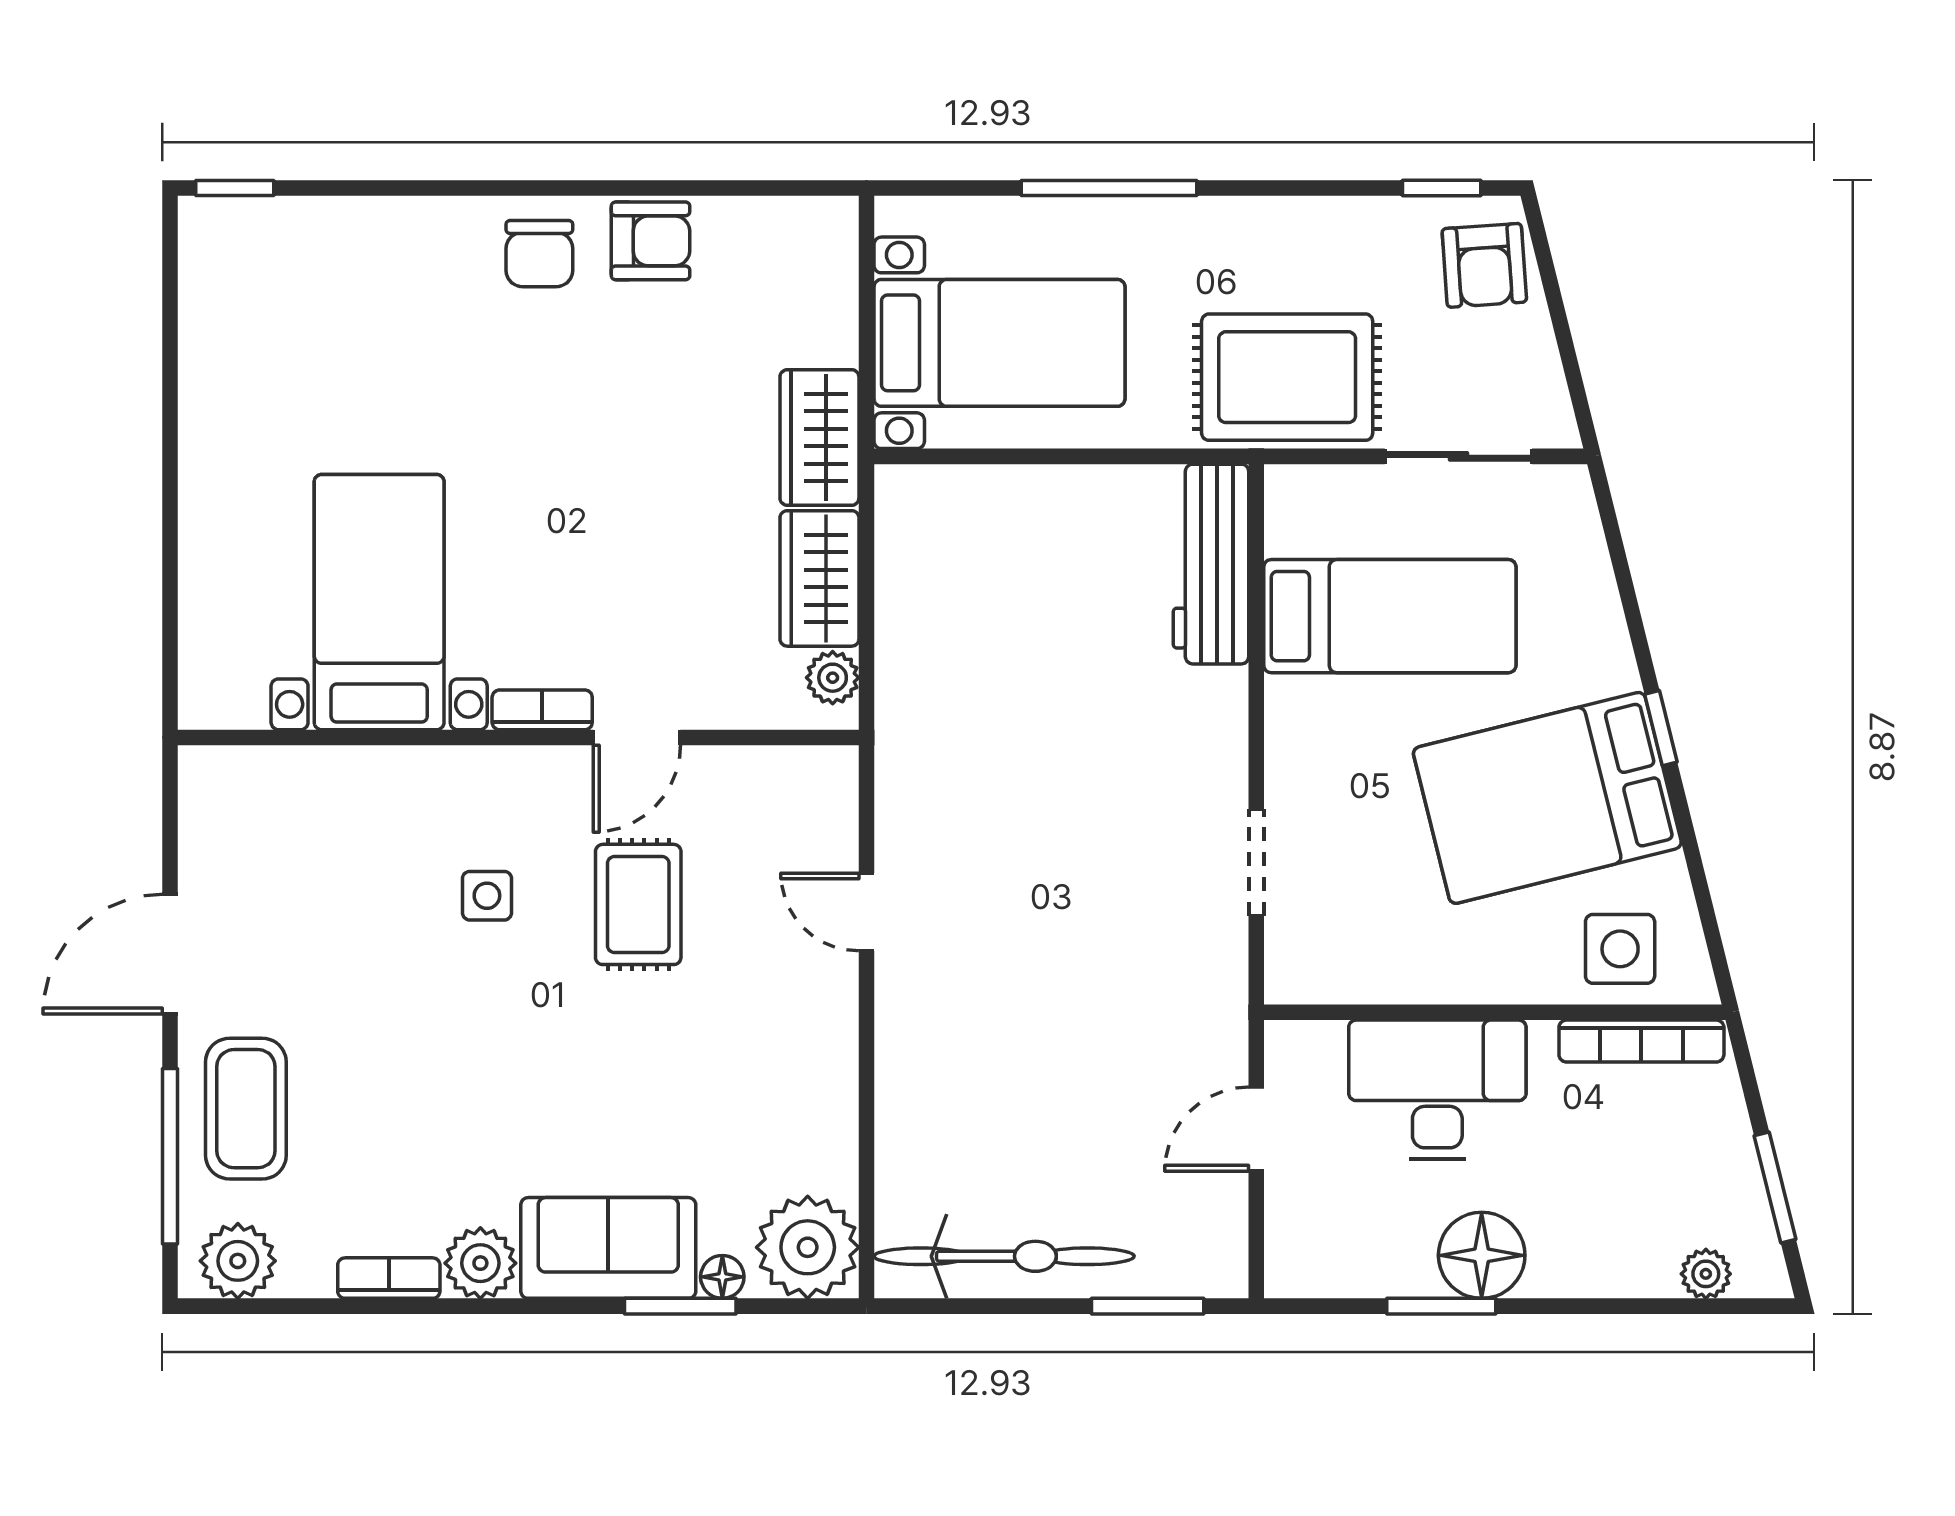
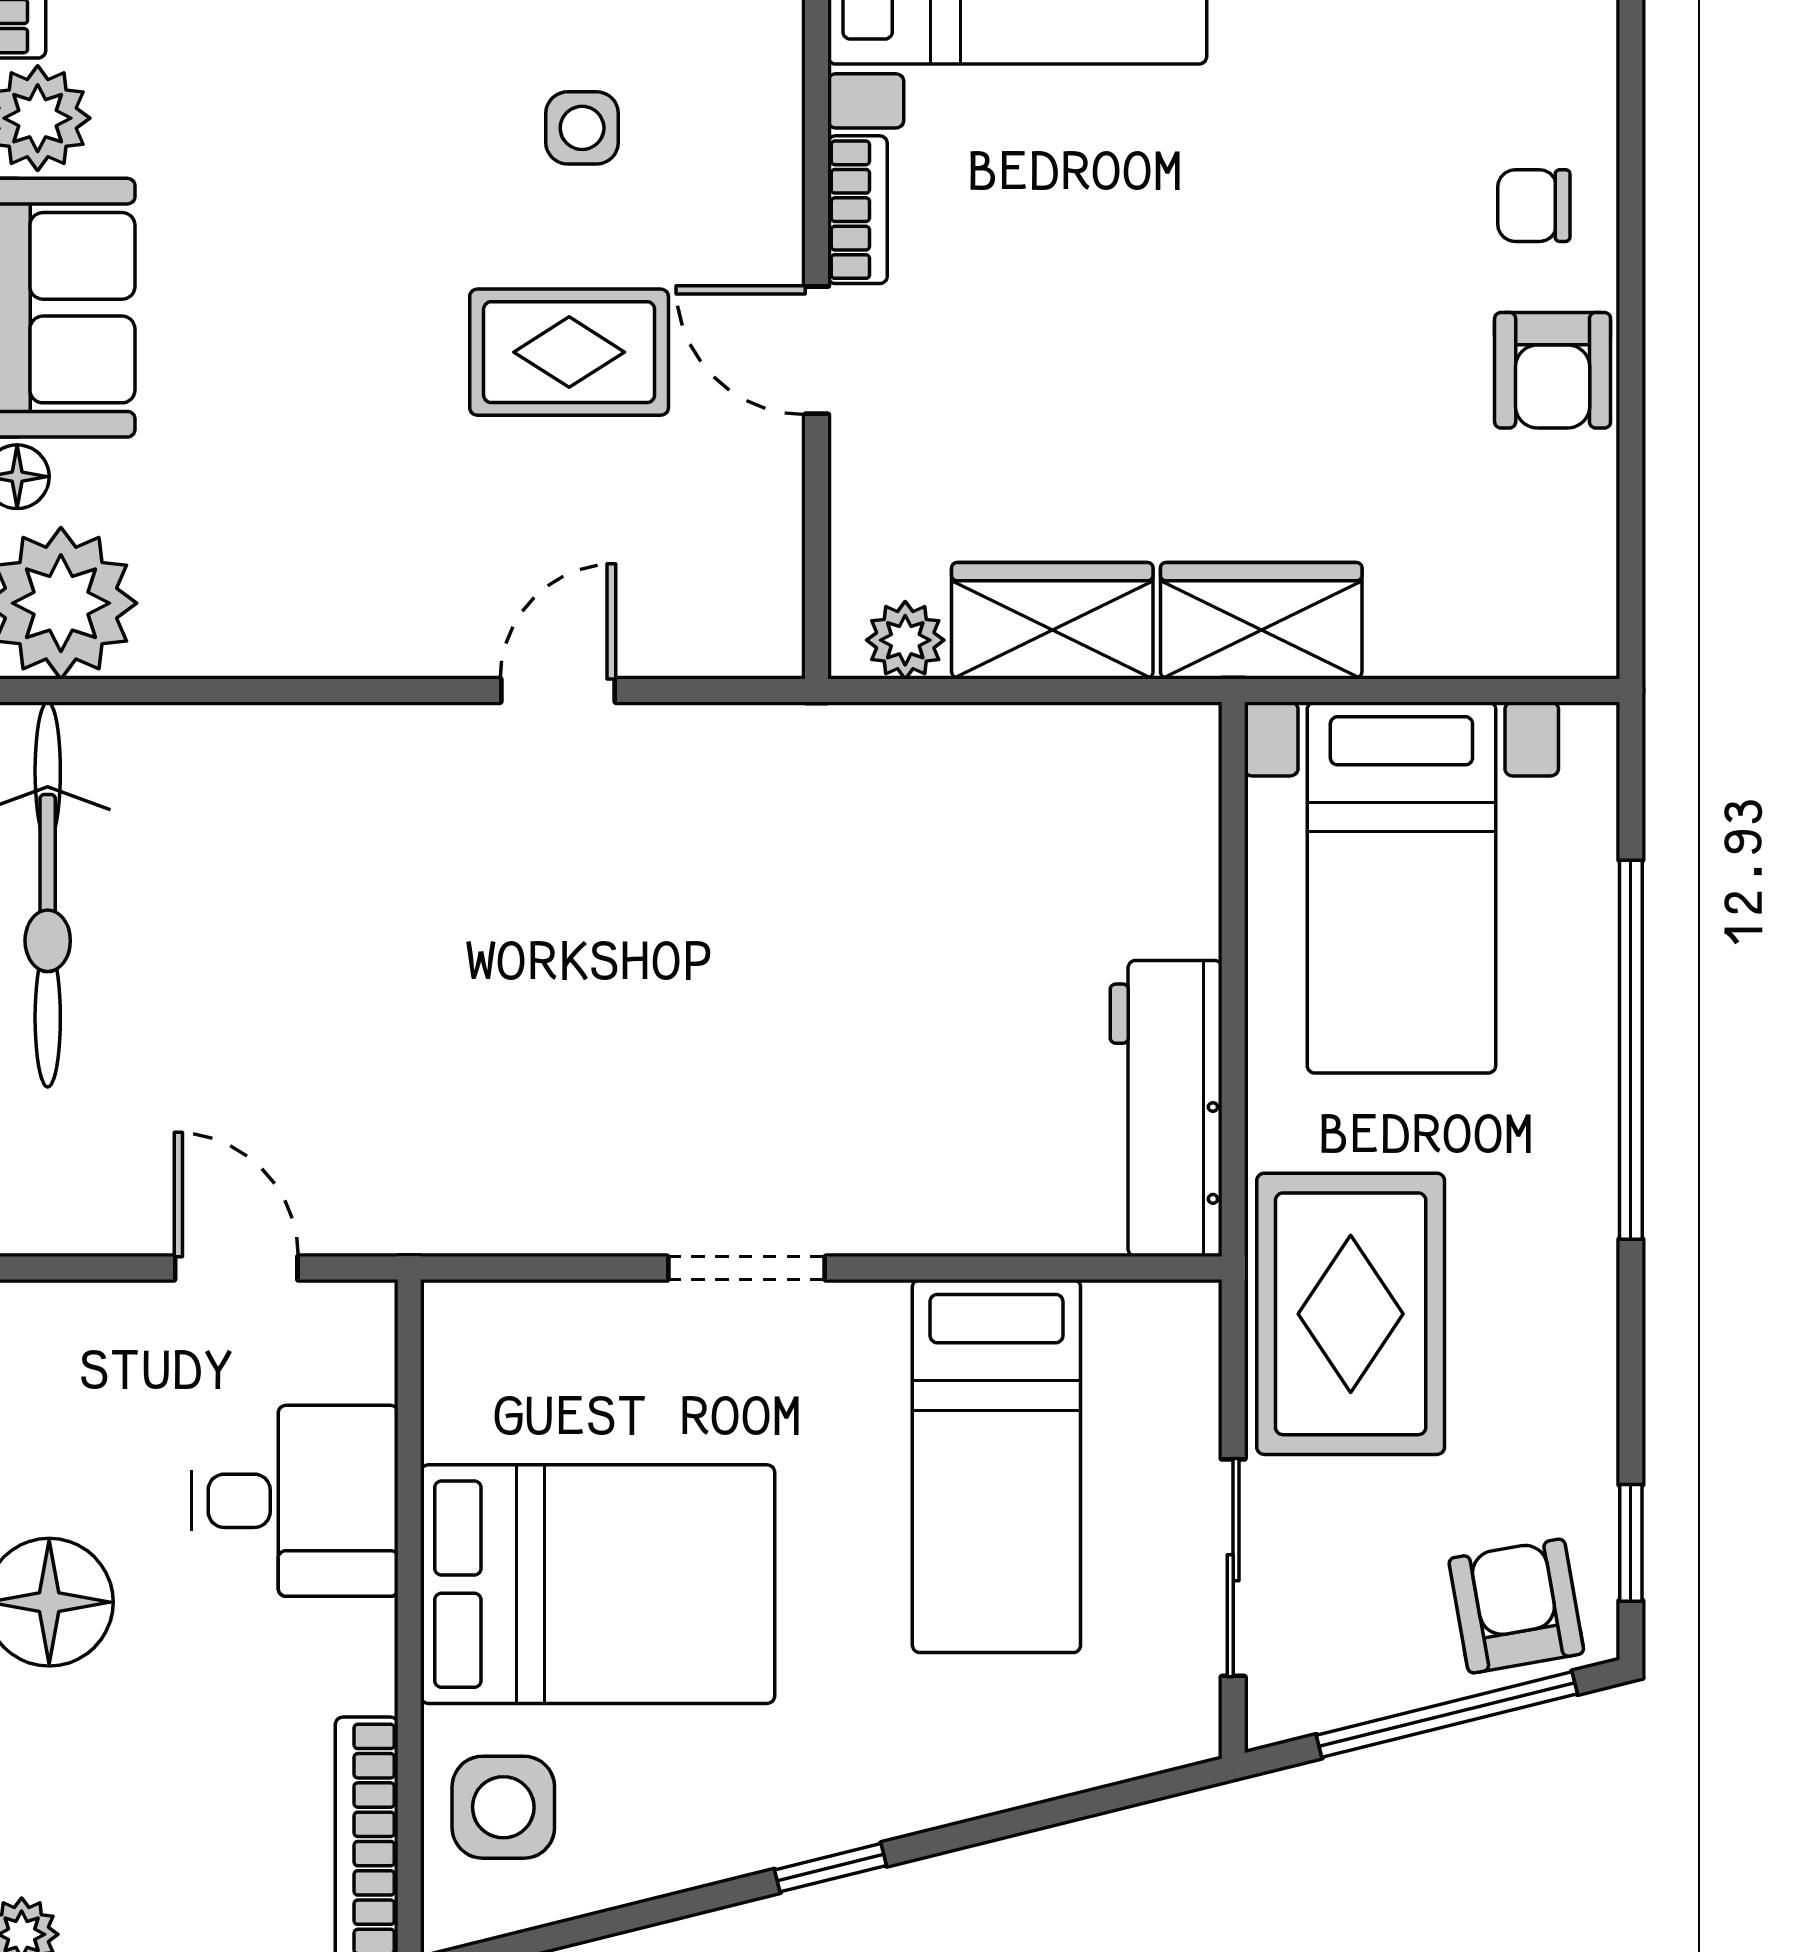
window: (1109, 188) -> (1631, 1050), width x1.46
chair: (539, 254) -> (1534, 206), width x0.73, depth x0.73
armchair: (1484, 265) -> (1516, 1606), turned 84
window: (1557, 312) -> (1447, 1715), added
workbench: (1211, 564) -> (1166, 1108), moved, turned -90
bed: (1547, 798) -> (598, 1584), moved, turned 104
doorway: (1256, 862) -> (746, 1268), moved
desk: (1437, 1089) -> (295, 1501), width x0.73

